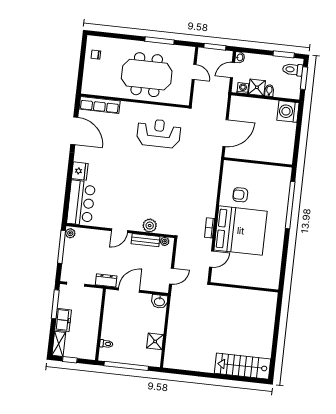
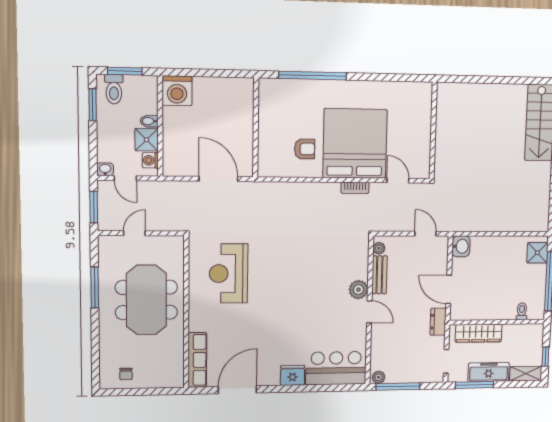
armchair: (240, 195) -> (305, 149), turned -90
plant: (150, 226) -> (358, 290), moved
wardrobe: (94, 310) -> (479, 333), added
freezer: (63, 320) -> (489, 372), width x1.40
shower: (155, 341) -> (537, 253), moved

